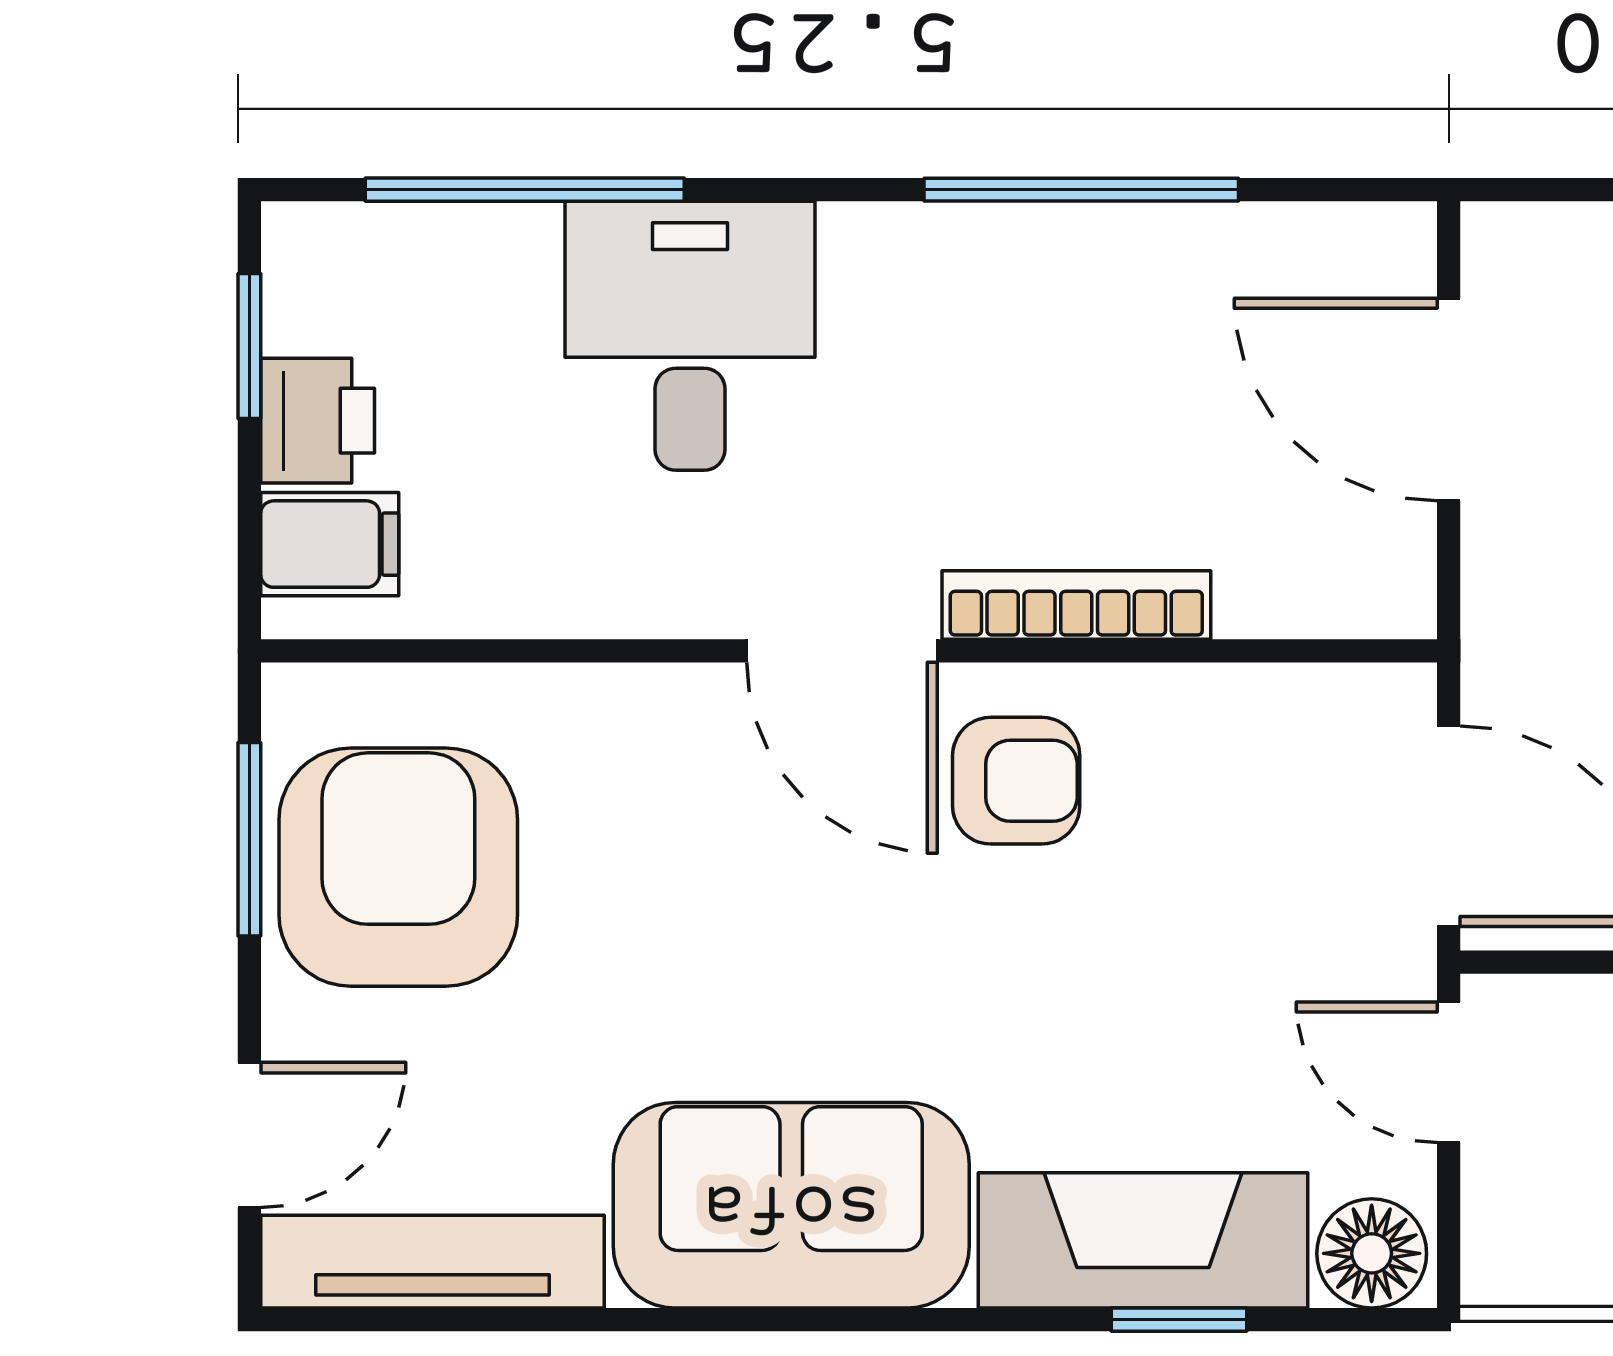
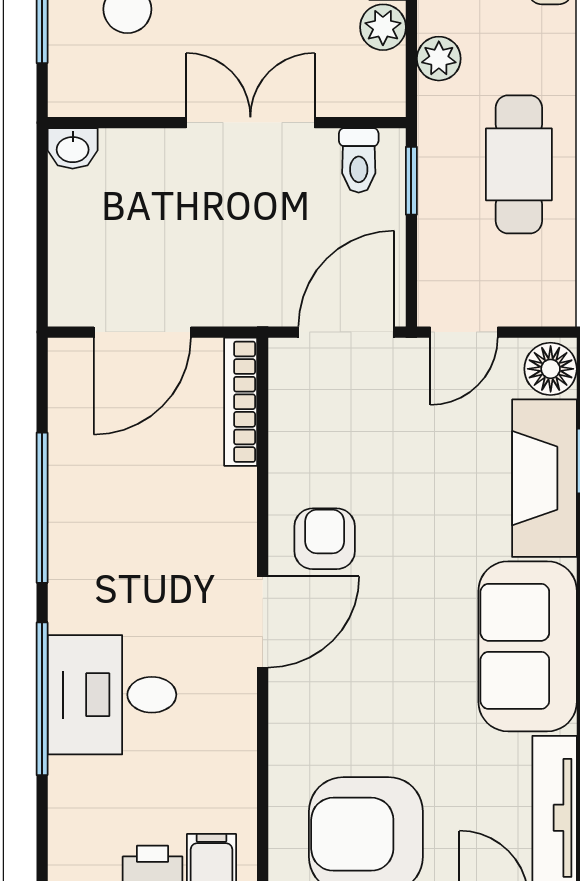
window: (525, 190) -> (42, 699), moved
bookcase: (1076, 605) -> (241, 402), moved

